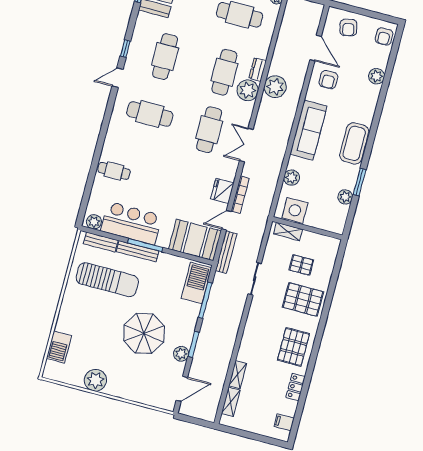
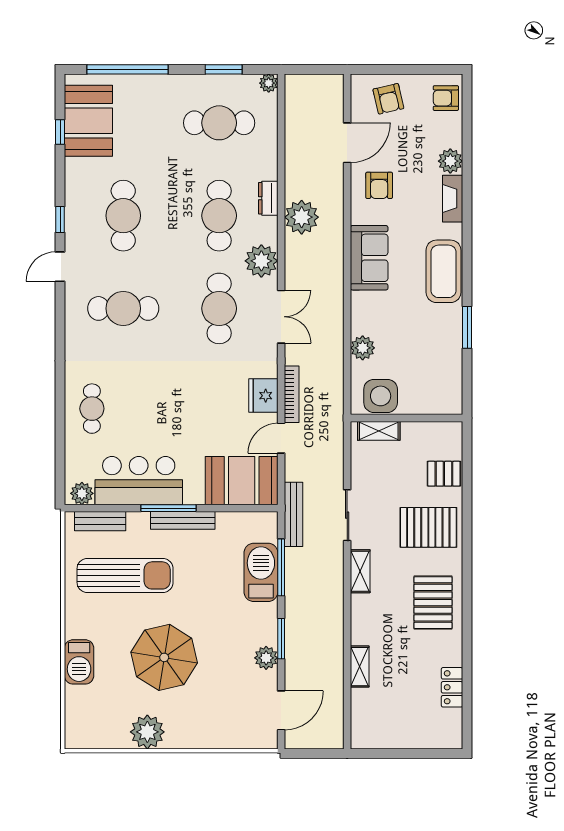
armchair: (384, 36) -> (446, 98), turned 90
door: (316, 48) -> (347, 143), hinge flipped
plant: (248, 90) -> (261, 261), moved
fireplace: (372, 100) -> (453, 199), added
sofa: (308, 130) -> (369, 258), width x0.73
double door: (246, 145) -> (281, 317), swing flipped
cafe table: (114, 171) -> (92, 409), turned 90
plant: (345, 197) -> (451, 356), removed
bench: (138, 251) -> (183, 520), moved
bench: (226, 252) -> (293, 514), moved
pallet: (301, 265) -> (444, 474), moved
barbecue: (196, 283) -> (261, 572), moved
parasol: (144, 333) -> (164, 657), moved
barbecue: (59, 347) -> (79, 662), moved
locker: (296, 387) -> (452, 687), moved
shelving: (231, 402) -> (360, 571), moved
filing cabinet: (284, 422) -> (449, 720), removed

